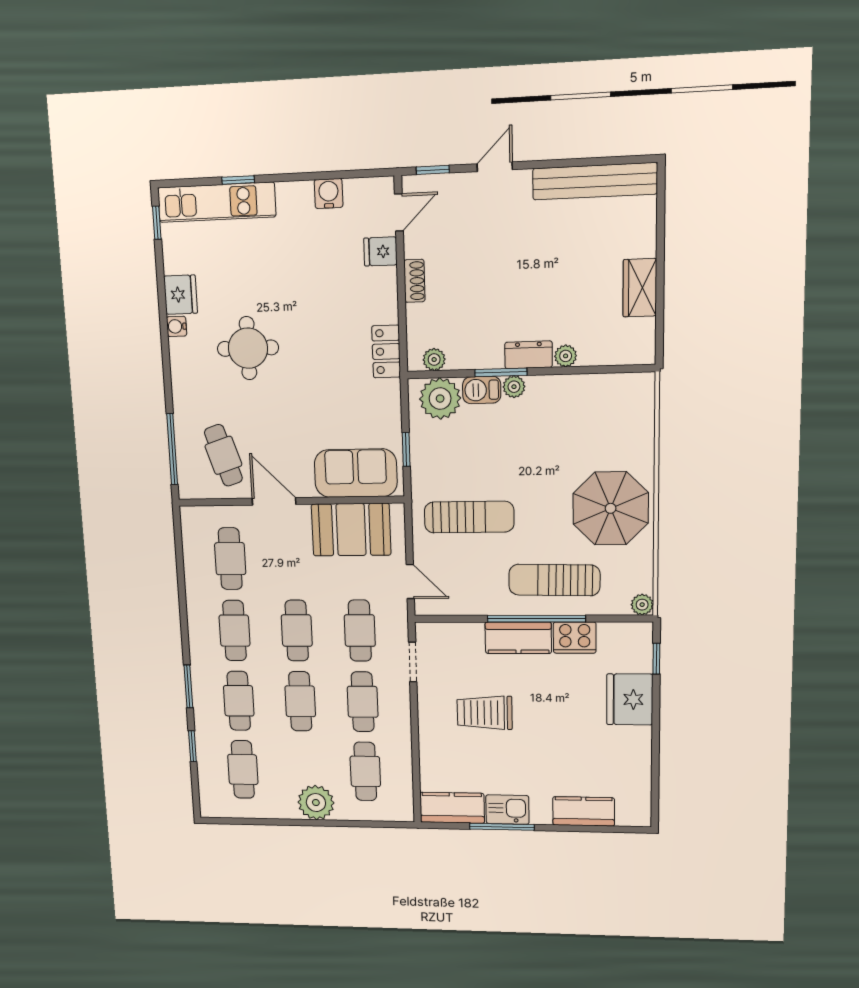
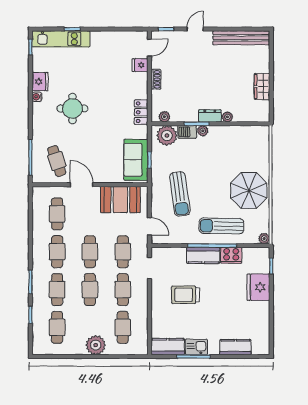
water cooler: (329, 193) -> (116, 37), removed
sofa: (356, 473) -> (136, 160), moved, turned -90
sun lounger: (469, 517) -> (180, 194), turned 82

